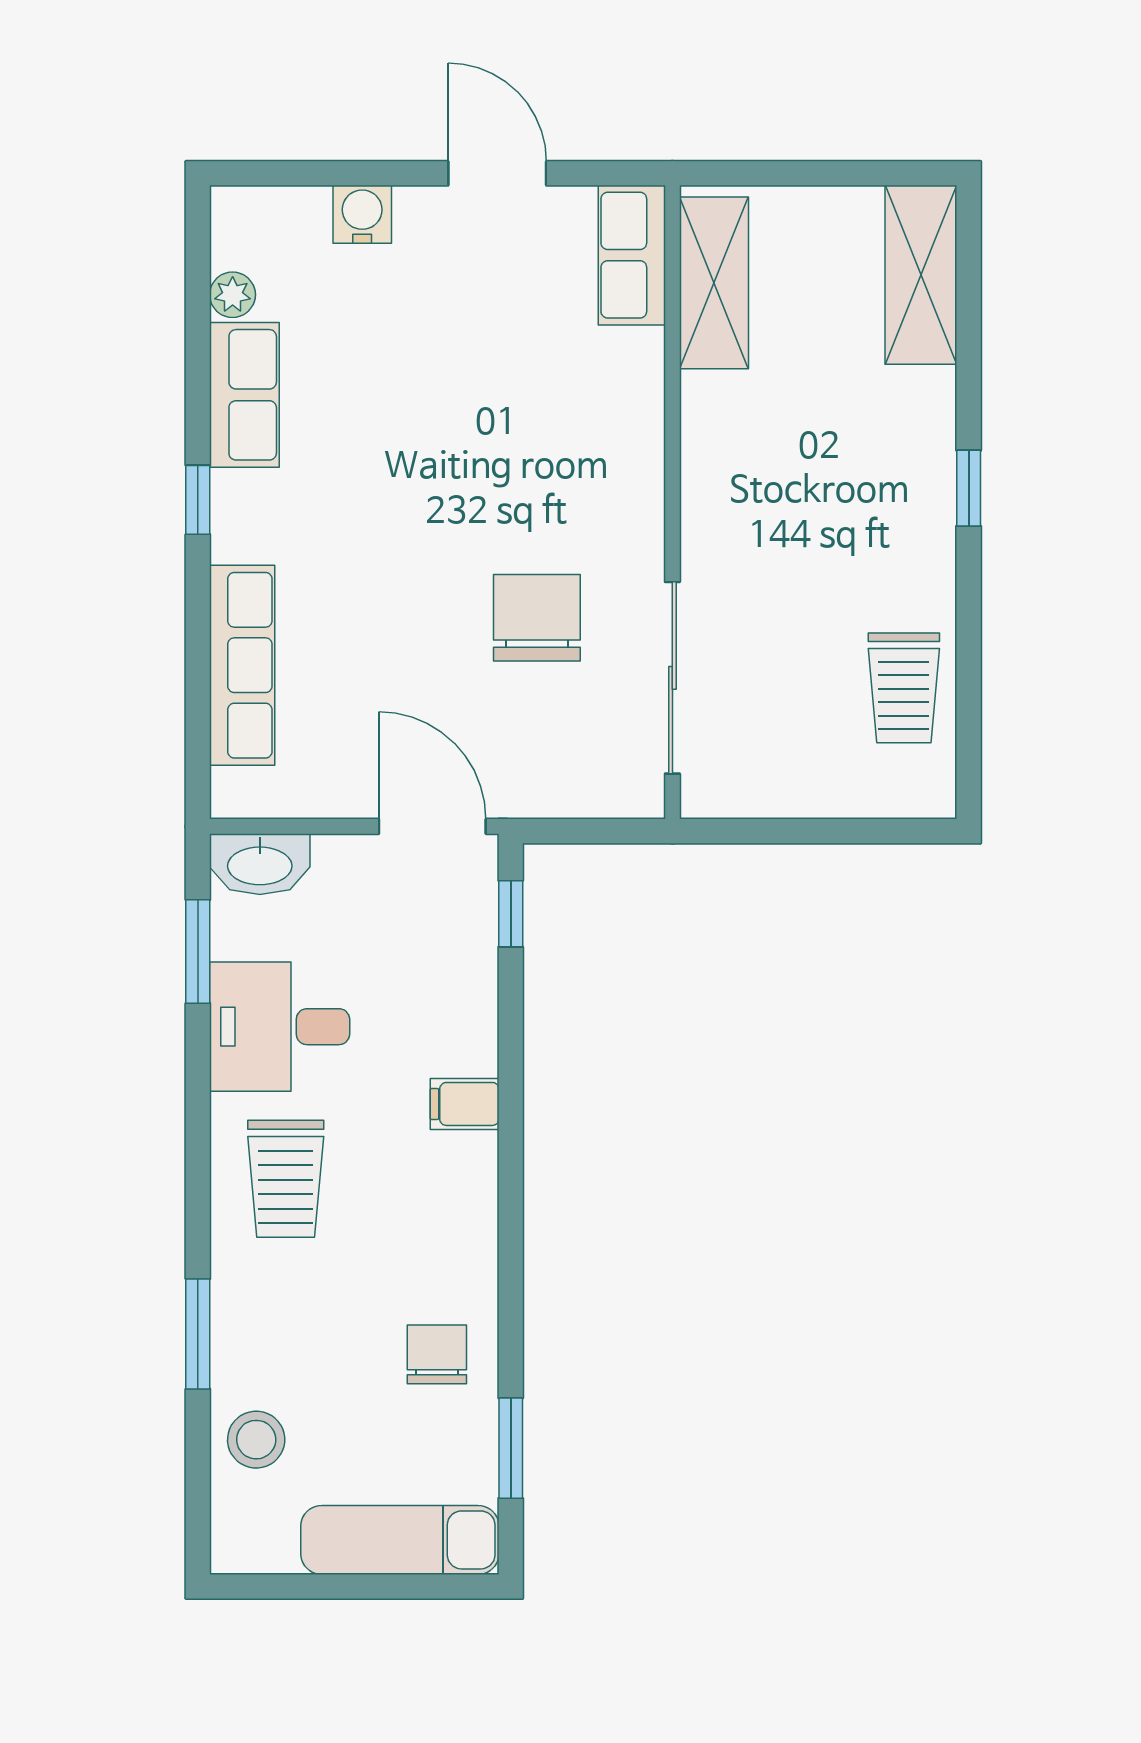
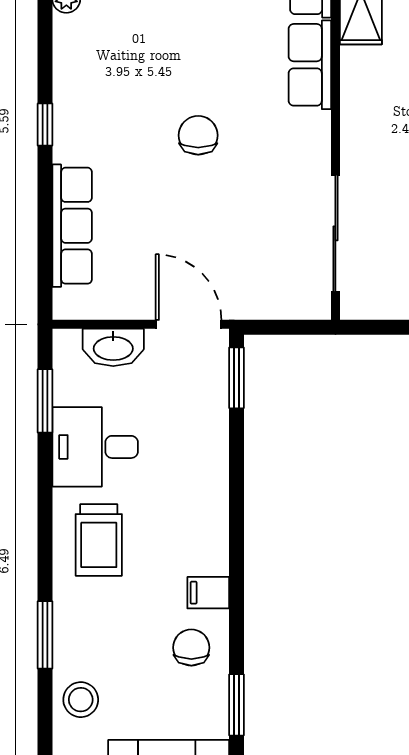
row of seats: (244, 395) -> (310, 65), moved, turned 180
chair: (537, 618) -> (198, 135), moved, width x0.73, depth x0.73
washbasin: (260, 864) -> (113, 347), moved
window: (511, 914) -> (236, 378), width x1.50
filing cabinet: (465, 1104) -> (208, 593), moved

